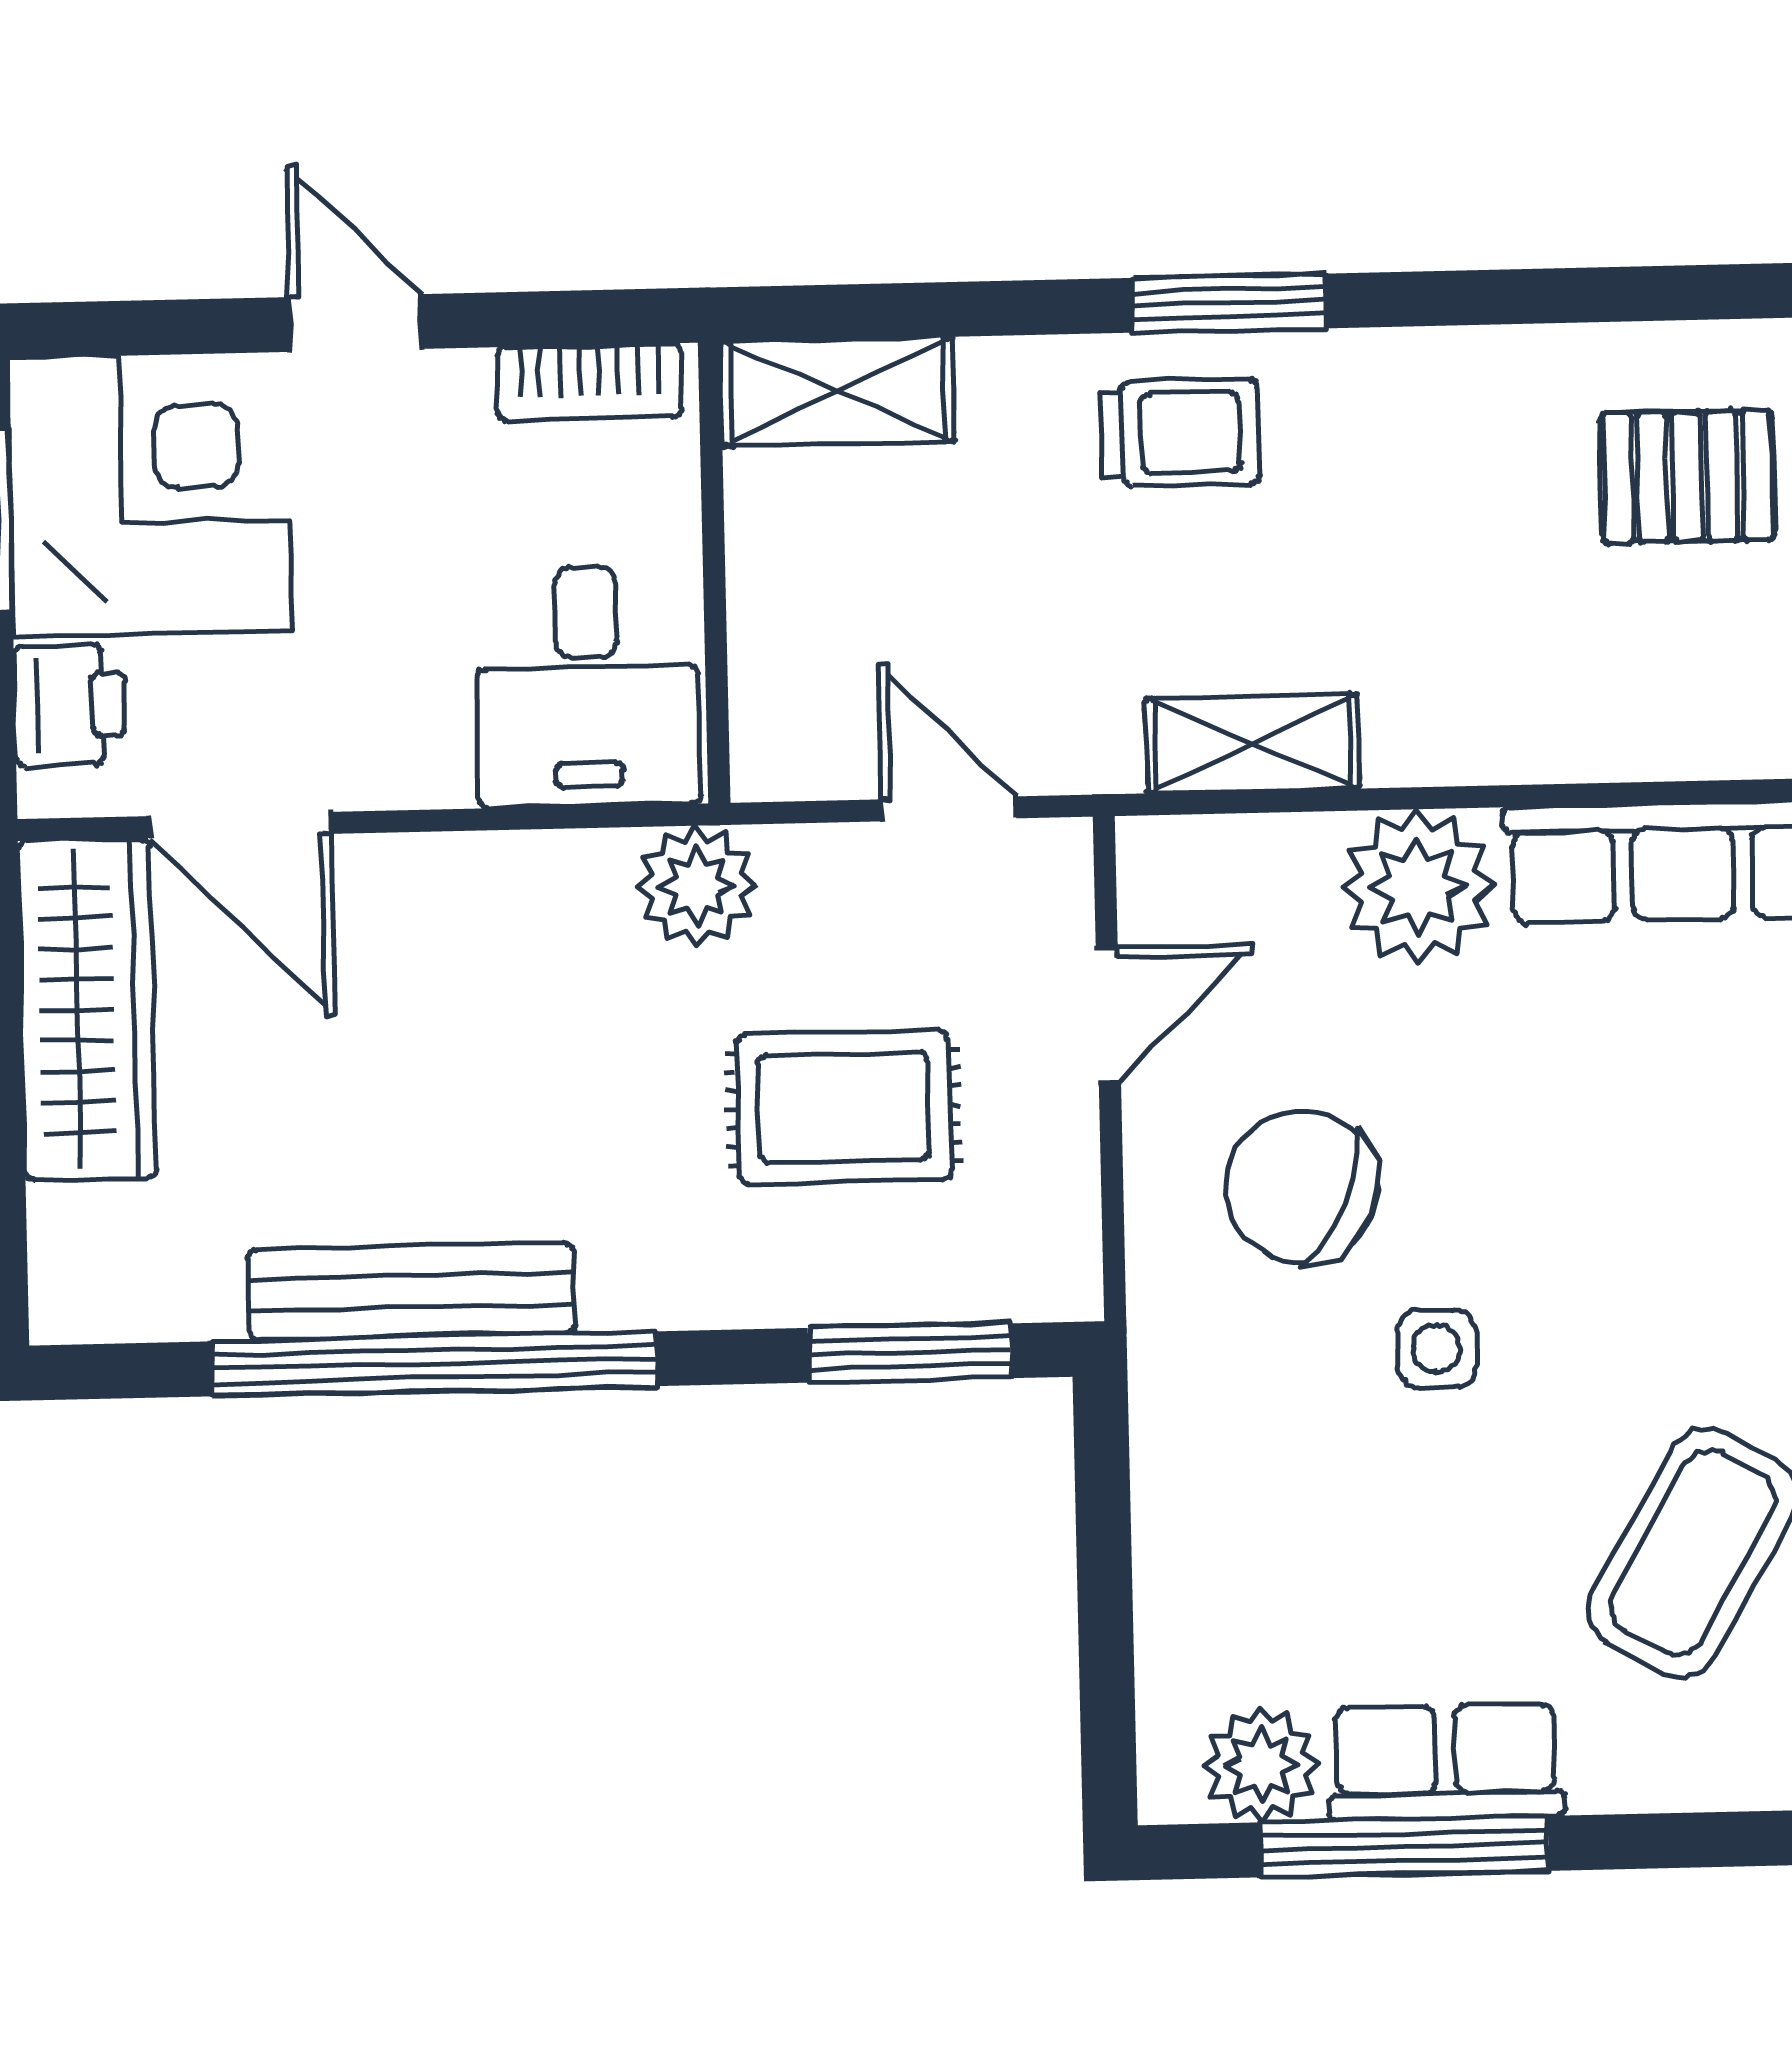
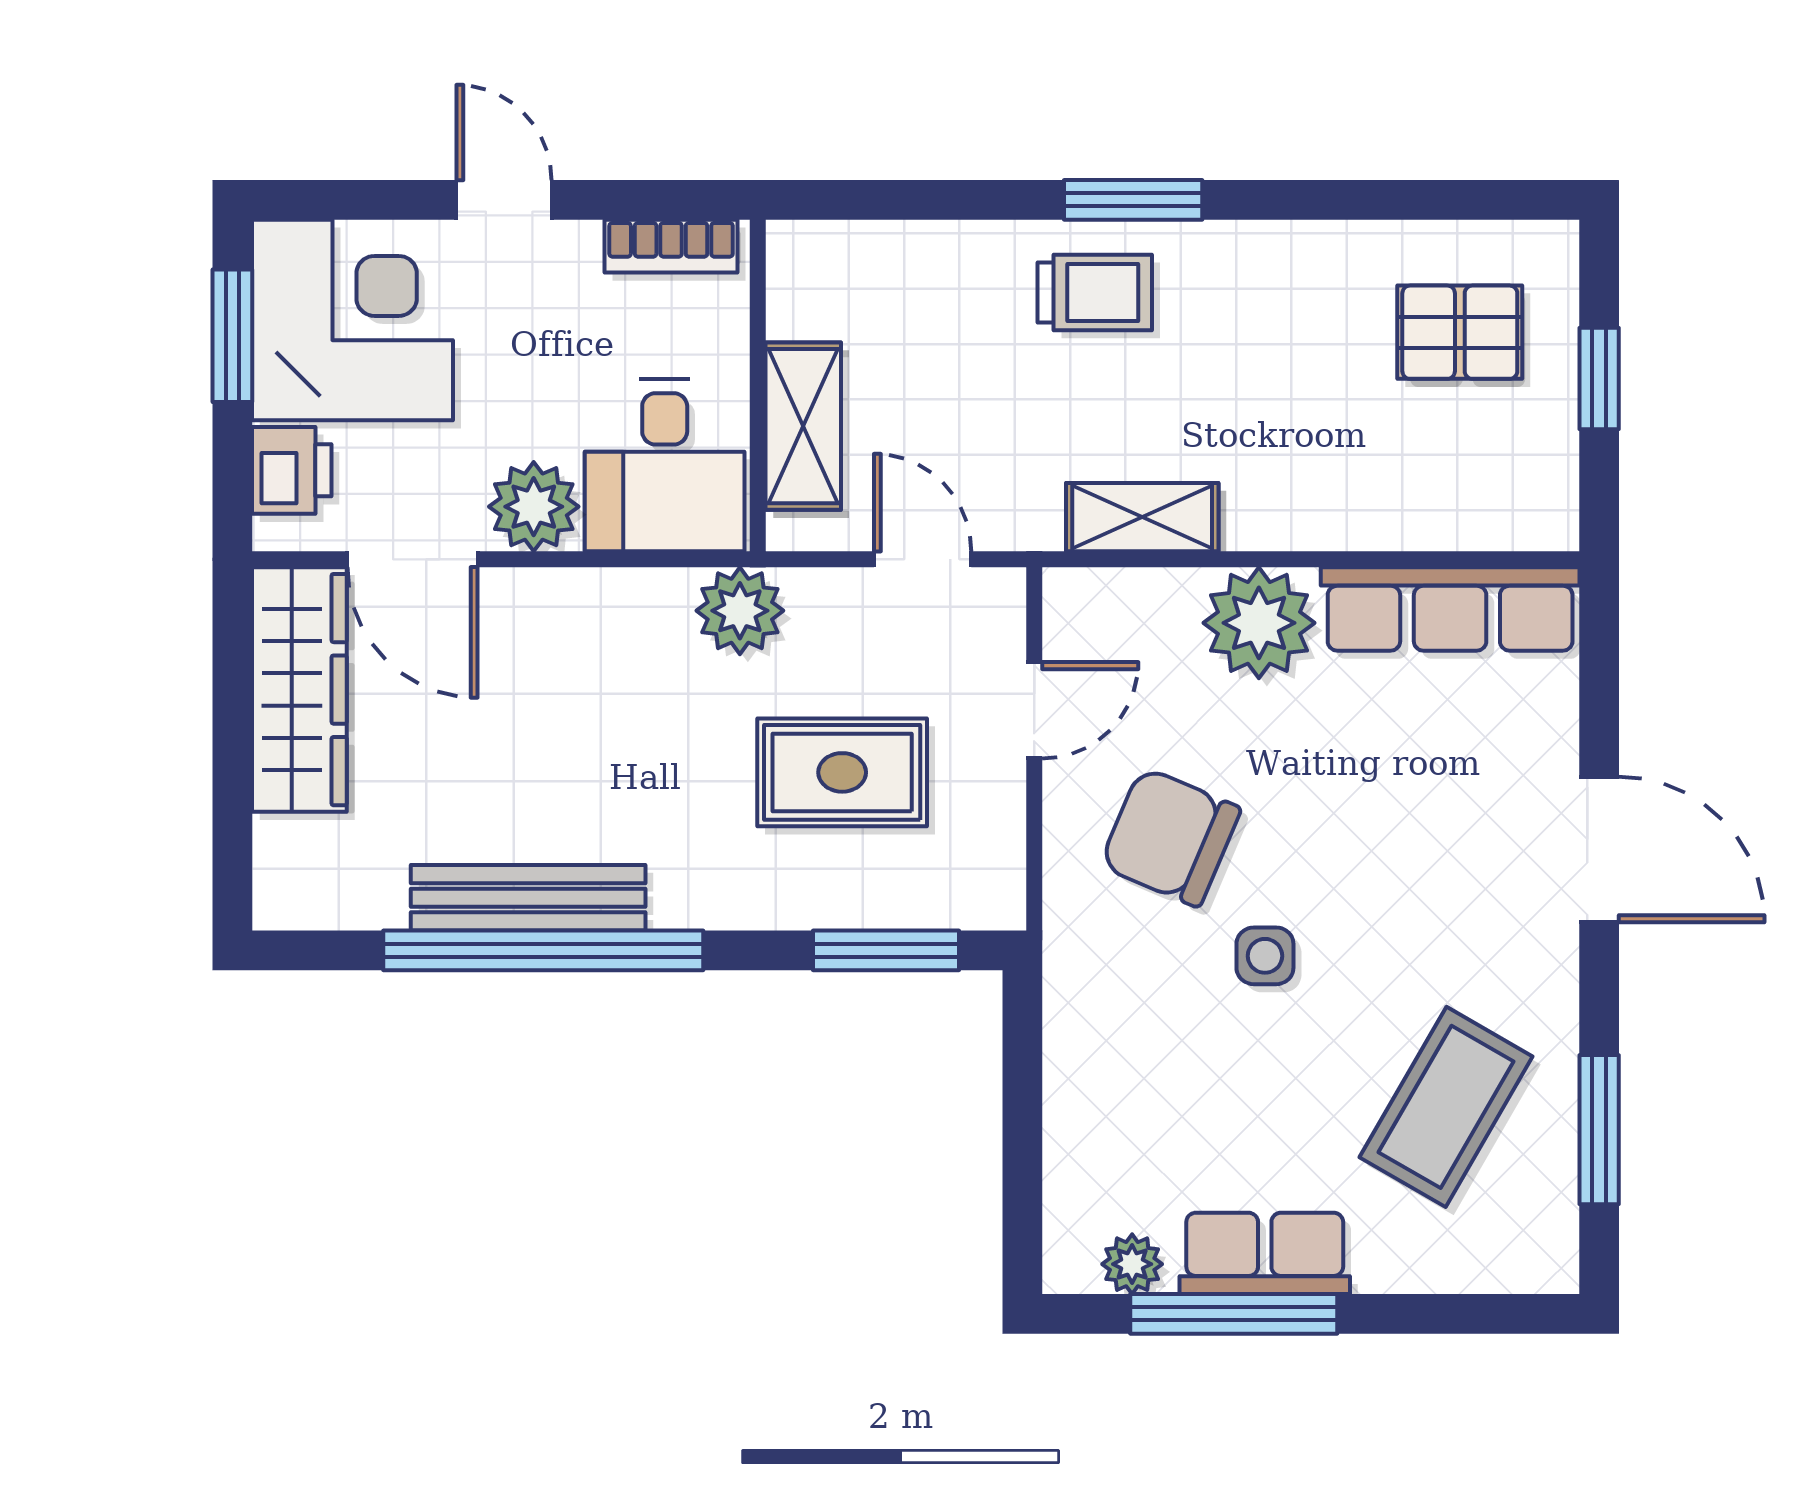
shelving: (837, 392) -> (803, 426), moved, turned 90
plant: (407, 748) -> (534, 507), added
plant: (1261, 1765) -> (1132, 1264), width x0.73, depth x0.73

